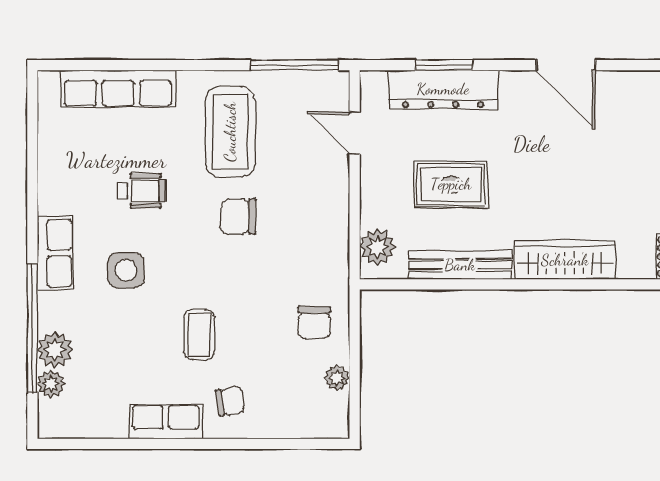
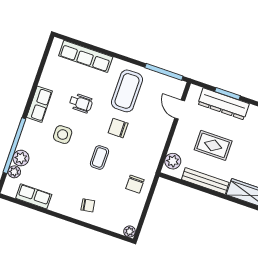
row of seats: (55, 253) -> (39, 104), moved
coffee table: (199, 334) -> (99, 157), moved
plant: (337, 378) -> (130, 231), moved
row of seats: (166, 421) -> (34, 196), moved

